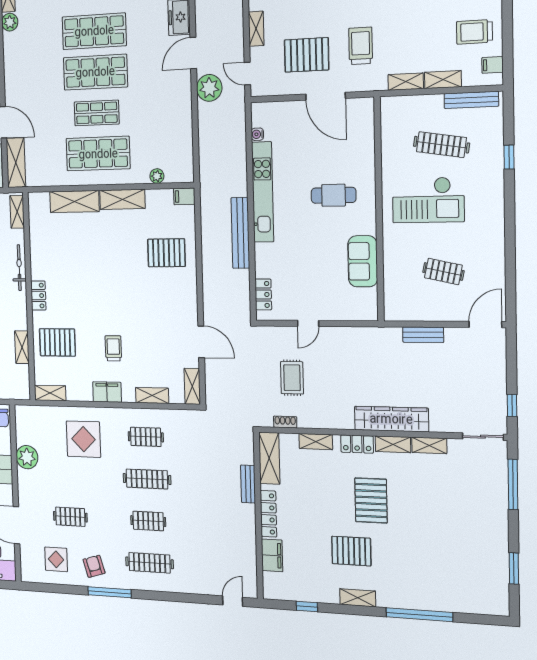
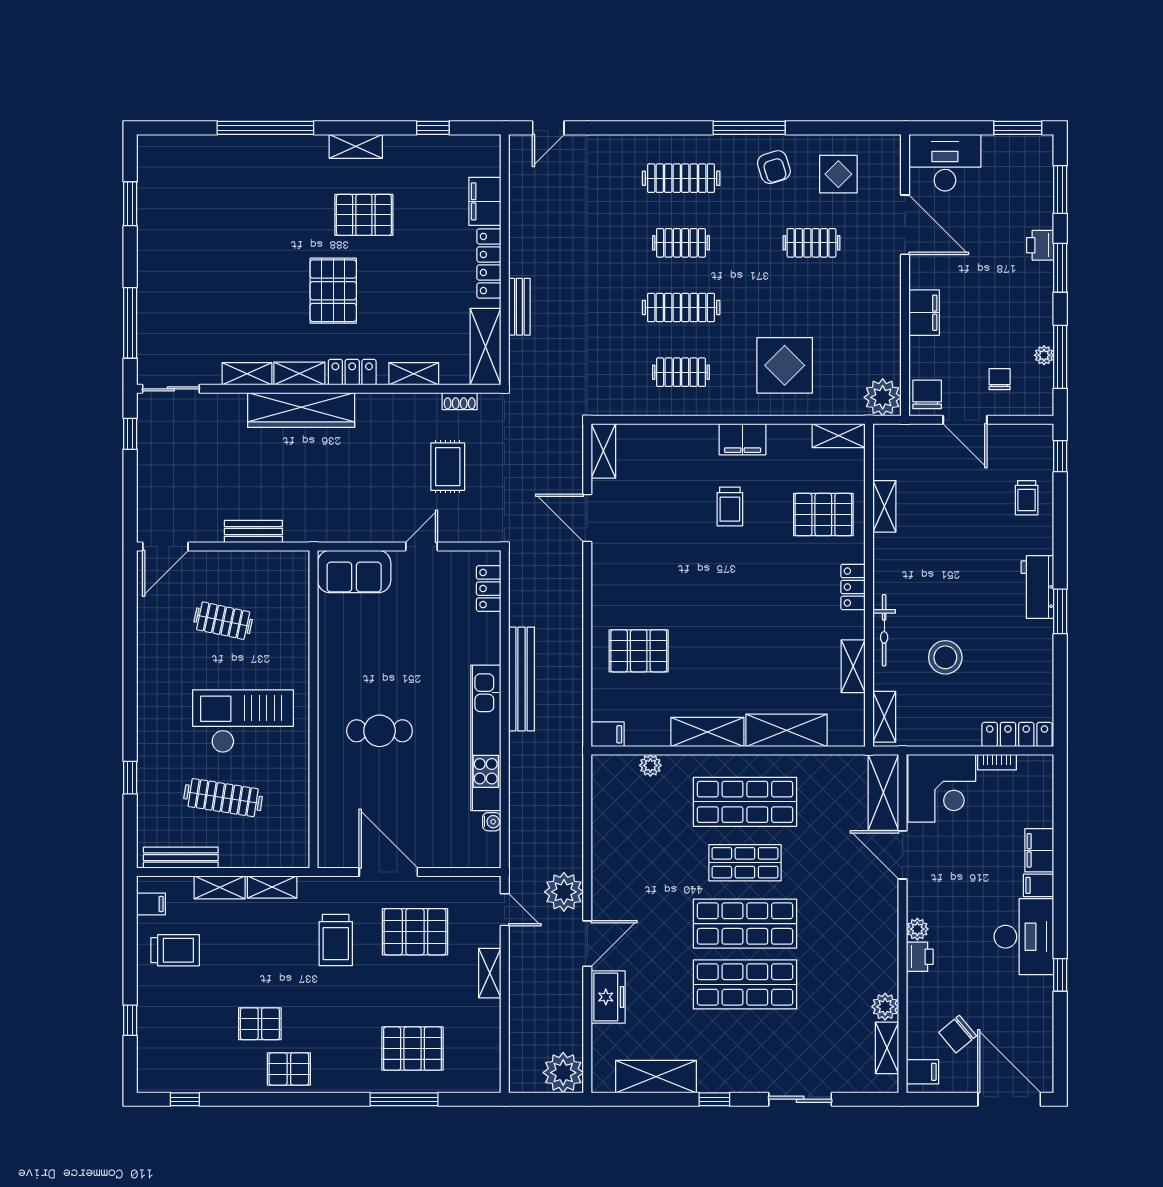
sofa: (363, 261) -> (354, 572), moved, turned 90
shelving: (152, 395) -> (853, 666), moved, turned 90
plant: (27, 457) -> (883, 397), moved

